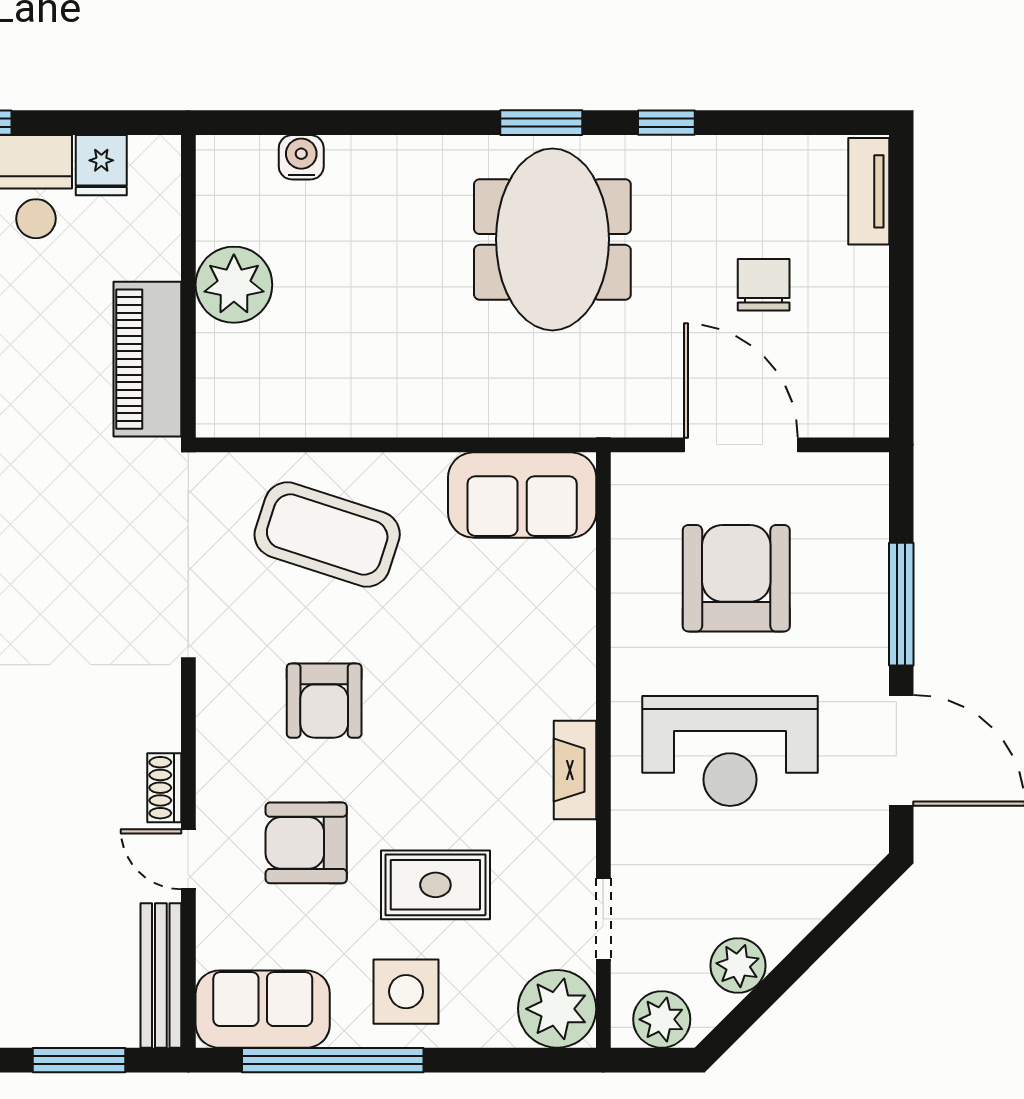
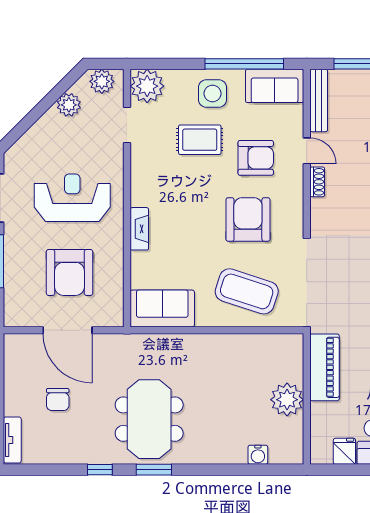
armchair: (324, 701) -> (248, 219), width x1.36, depth x1.36
fireplace: (575, 770) -> (139, 229), moved

